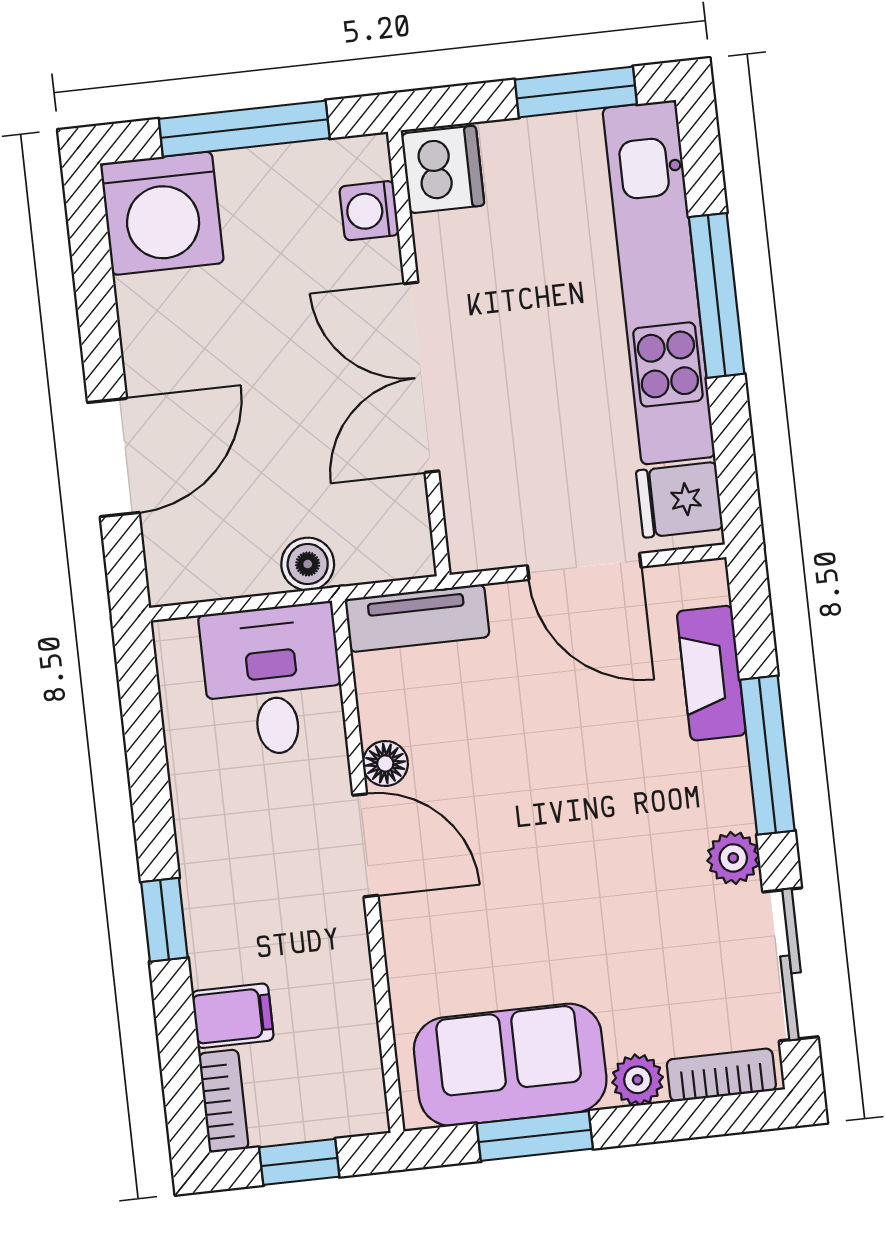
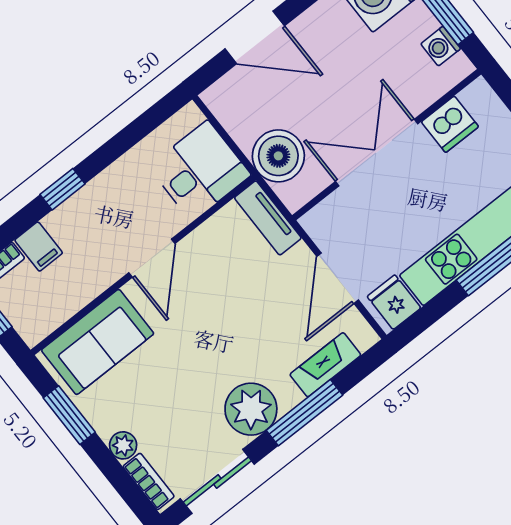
dishwasher: (443, 170) -> (450, 124), moved
washing machine: (369, 211) -> (441, 46), moved, turned -90
boiler: (308, 564) -> (278, 156), width x1.86, depth x1.86
floor lamp: (385, 764) -> (194, 244), removed
plant: (733, 858) -> (251, 409), width x1.87, depth x1.87
sofa: (510, 1065) -> (98, 342), moved, turned 90

